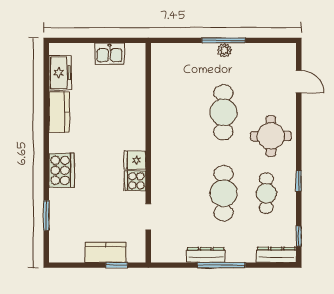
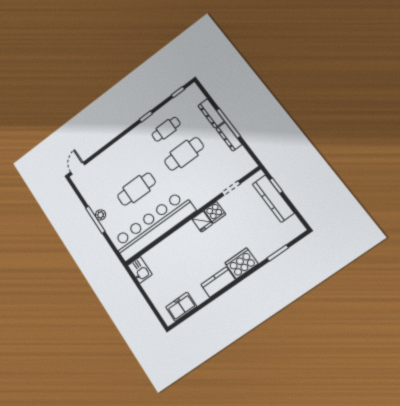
kitchen sink: (109, 54) -> (140, 270), moved
door: (299, 82) -> (78, 168), moved
bar counter: (169, 103) -> (153, 226), added
kitchen counter: (59, 112) -> (218, 282), moved
round table: (271, 136) -> (131, 152), removed
kitchen counter: (106, 252) -> (273, 199), width x1.50
dresser: (276, 255) -> (211, 113), moved

